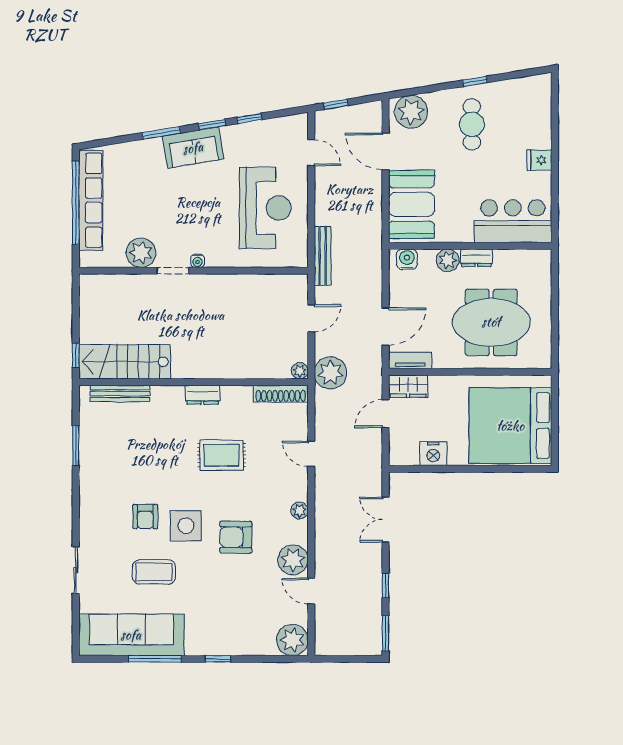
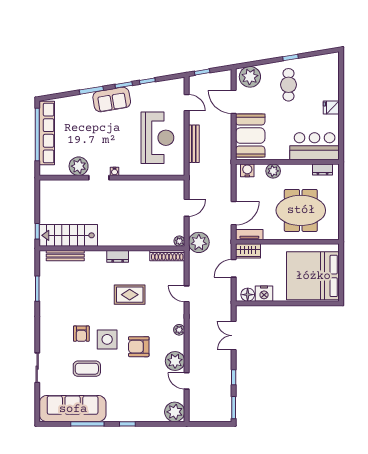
bench: (323, 256) -> (194, 144), moved
dresser: (476, 258) -> (323, 169), moved
floor lamp: (408, 455) -> (248, 295), added

